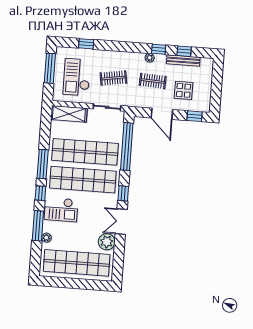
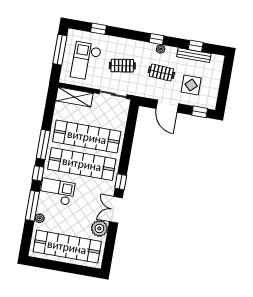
window: (159, 49) -> (157, 39), moved
window: (127, 147) -> (129, 135), removed
checkout: (61, 210) -> (57, 192), turned 180

